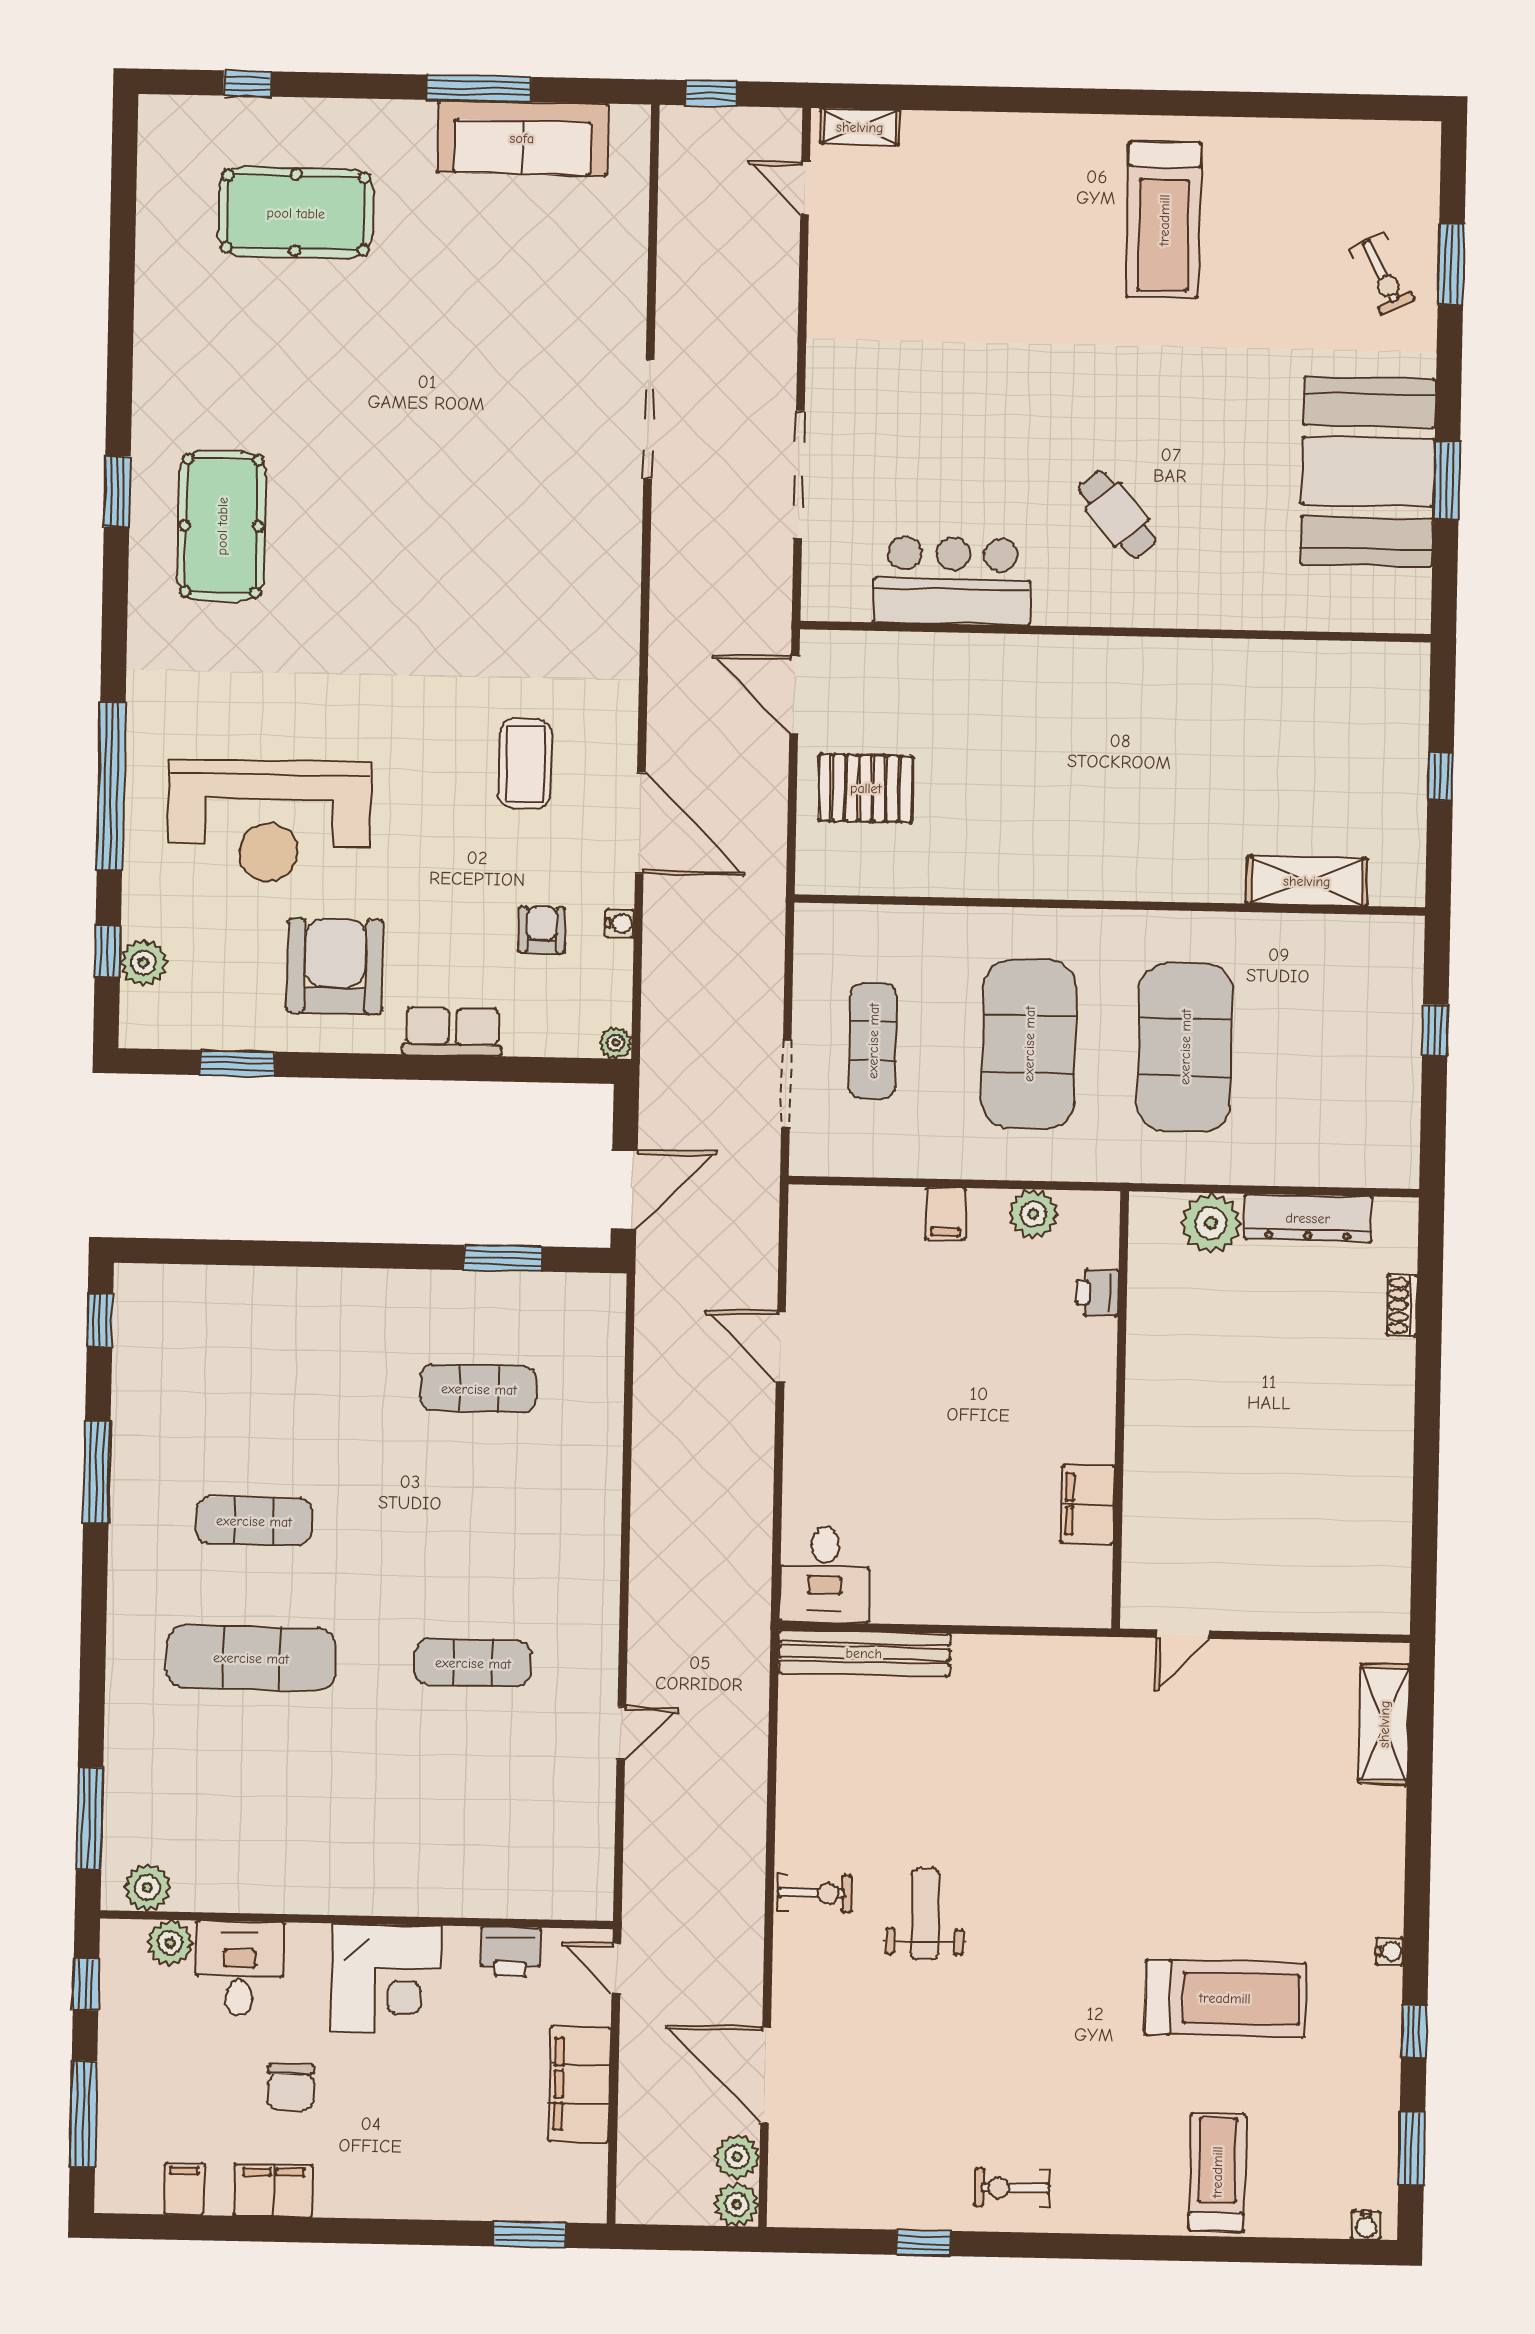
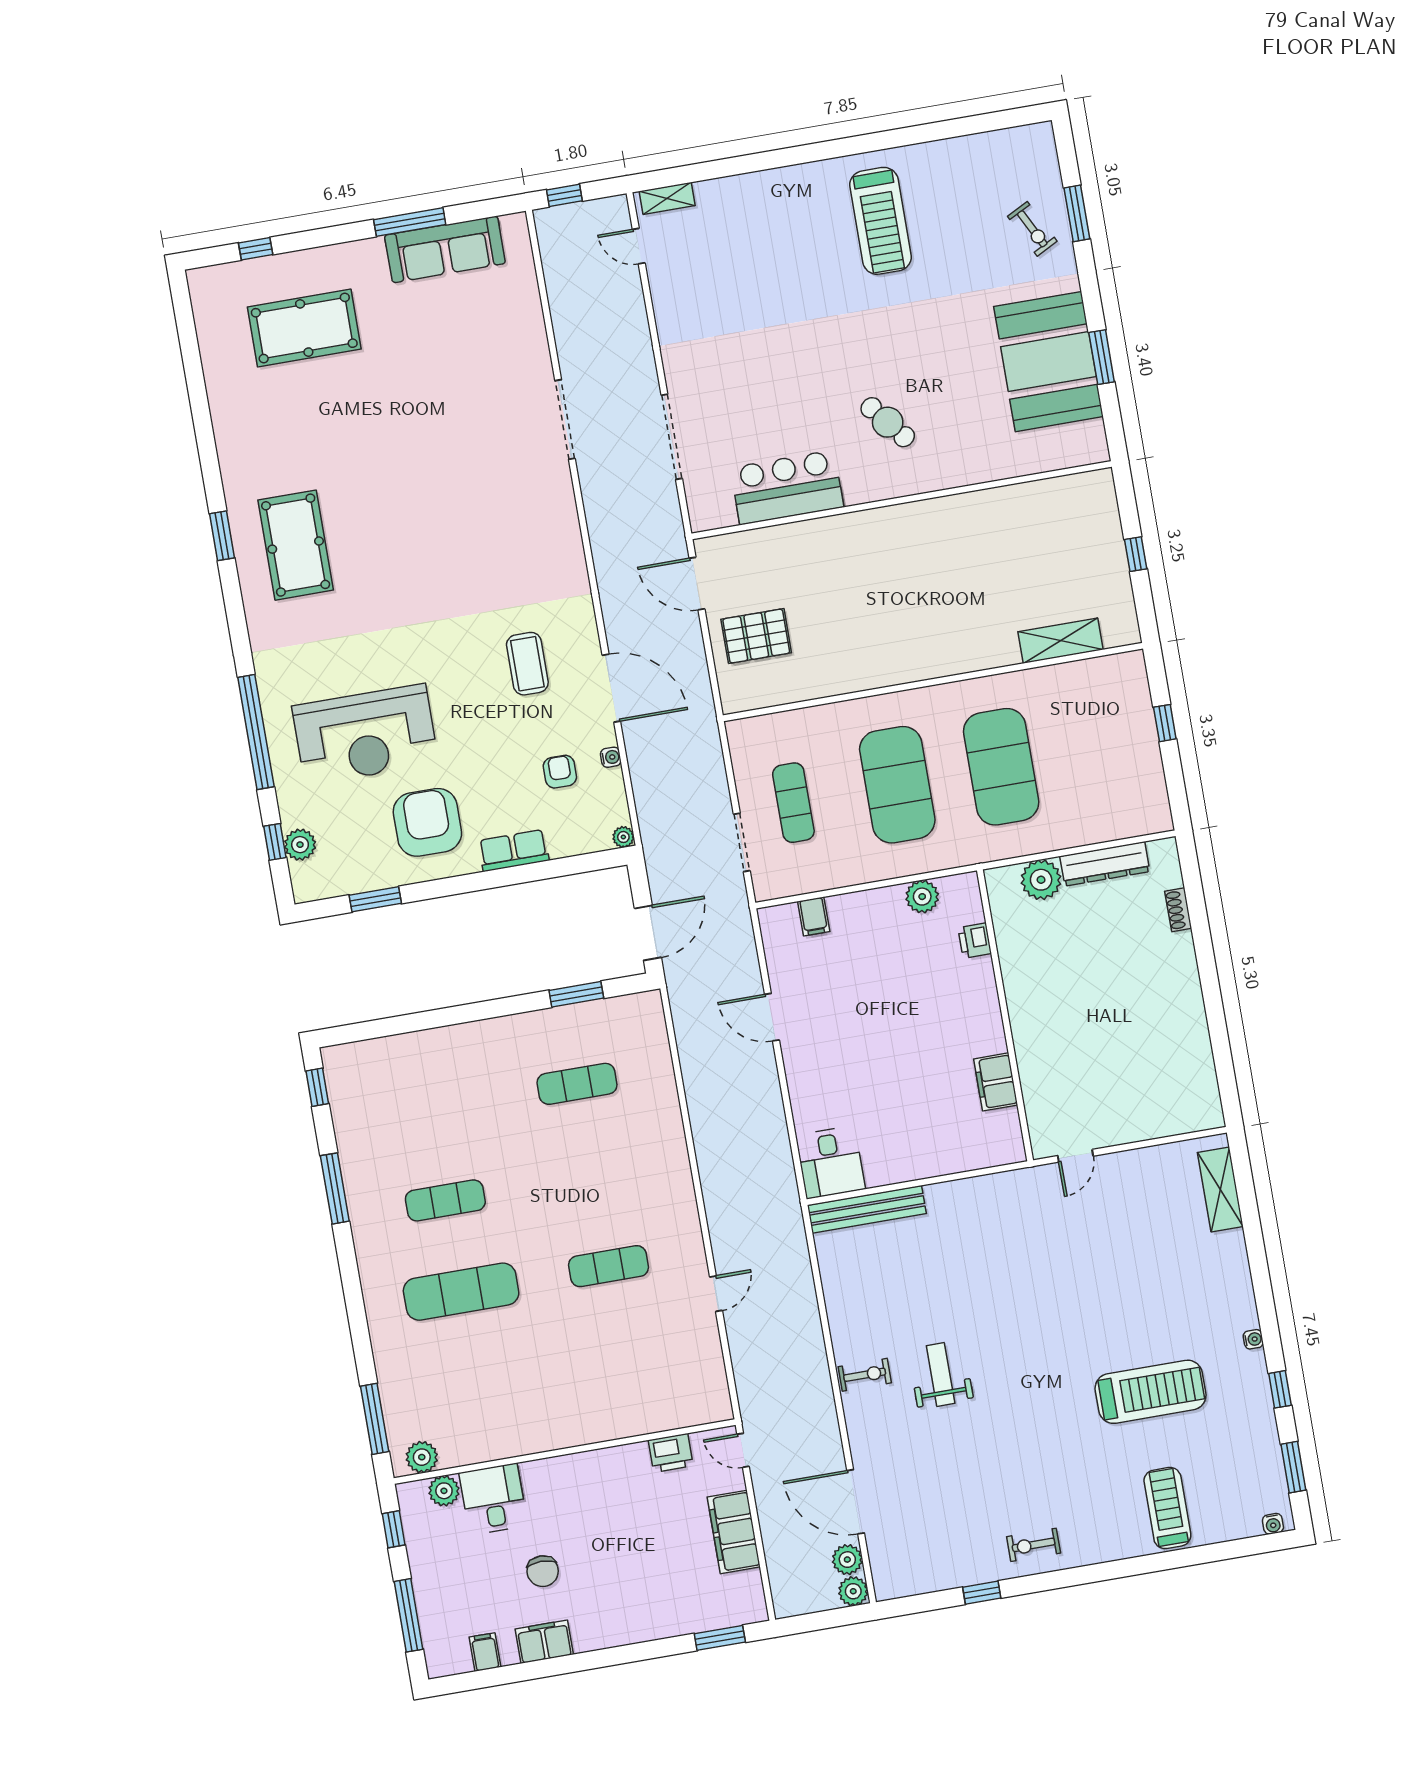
filing cabinet: (945, 1214) -> (814, 916), moved
corner desk: (386, 1979) -> (592, 1487), removed

